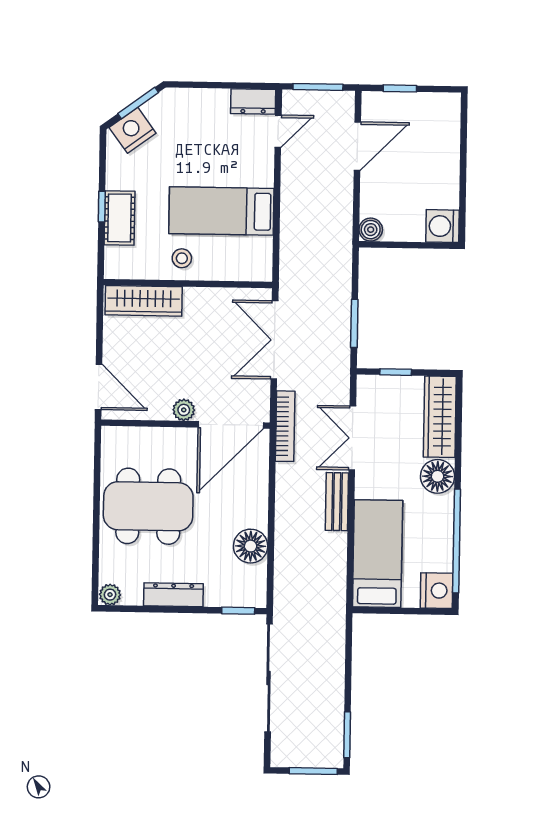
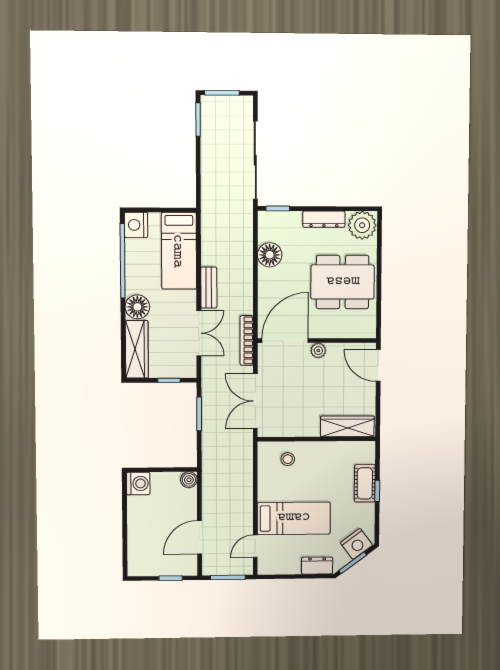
dresser: (253, 102) -> (317, 566), moved
bed: (221, 211) -> (294, 518), moved
stool: (182, 258) -> (288, 459), moved
double door: (274, 340) -> (255, 401), swing flipped
plant: (110, 595) -> (362, 225), width x1.87, depth x1.87

